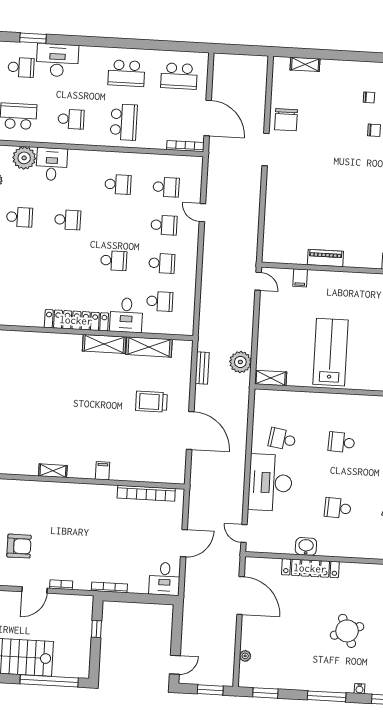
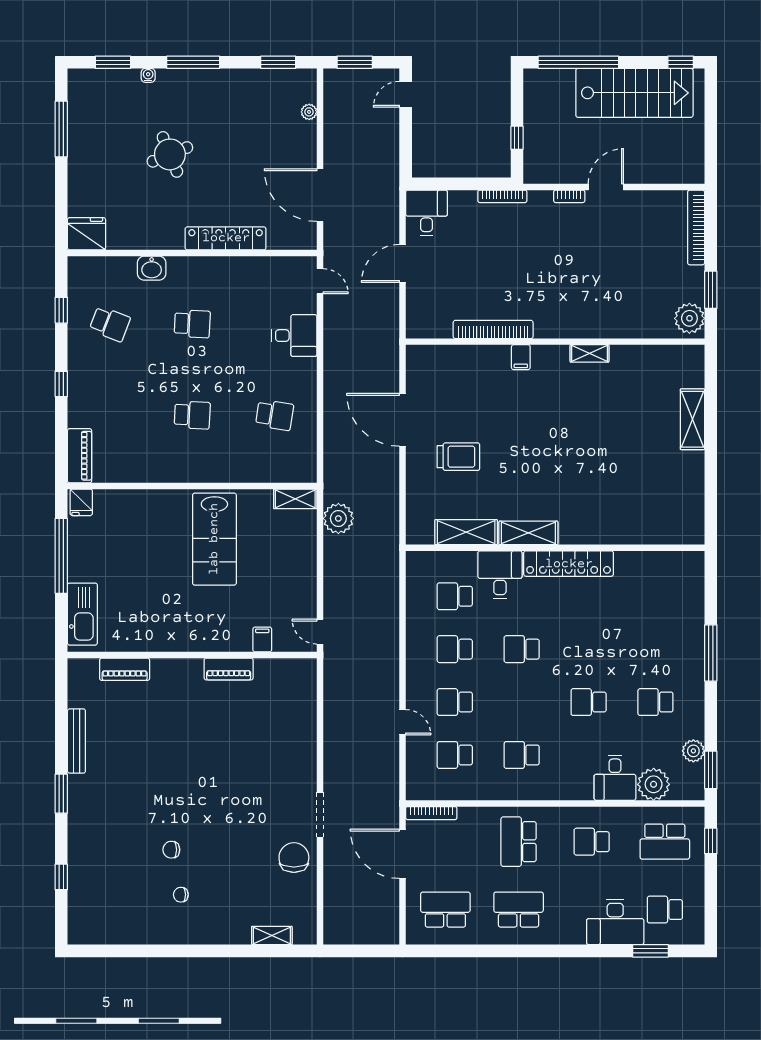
bench: (202, 368) -> (391, 507), removed
desk: (270, 483) -> (294, 336), width x0.53, depth x0.77
bookcase: (146, 493) -> (493, 329), moved
armchair: (19, 546) -> (631, 246), removed
washbasin: (306, 546) -> (152, 268), moved

